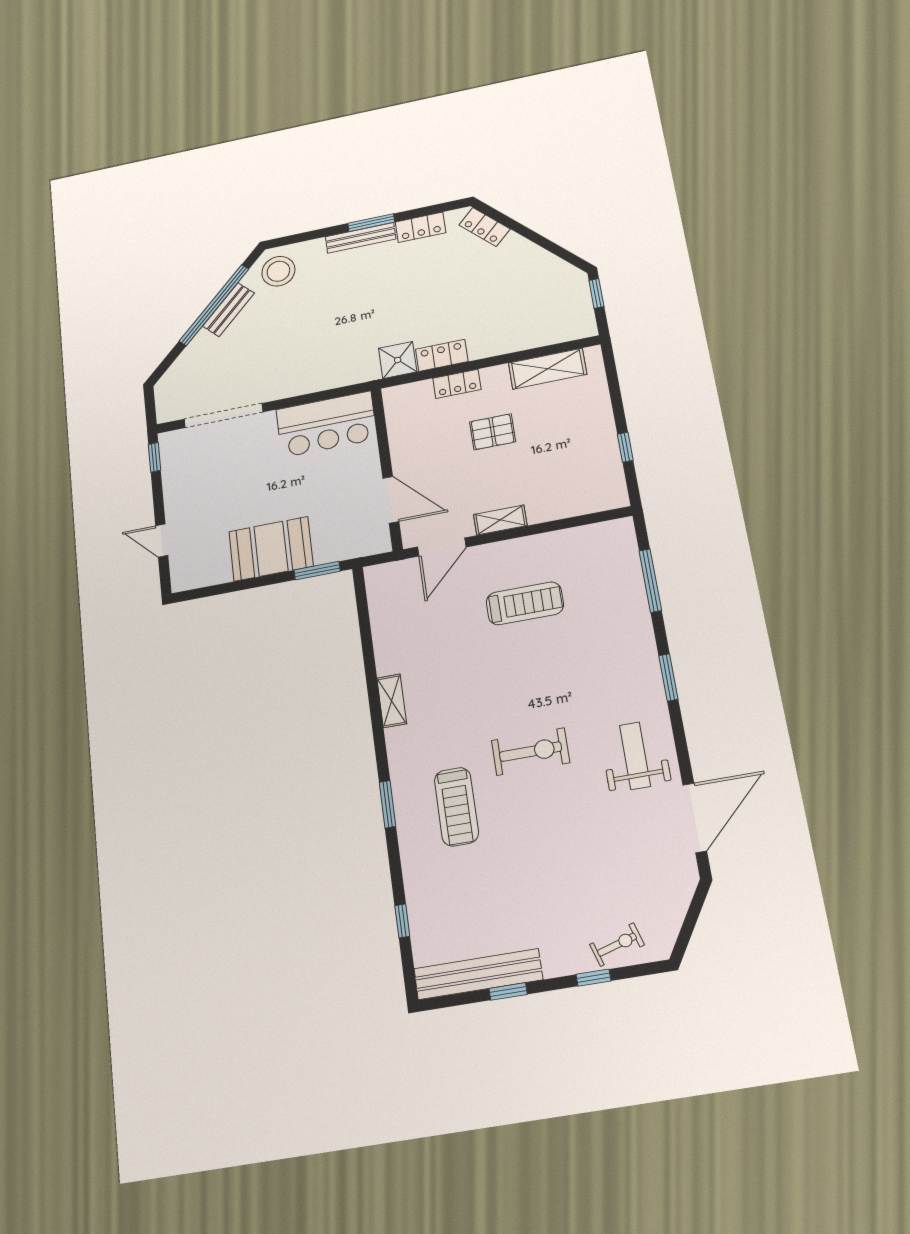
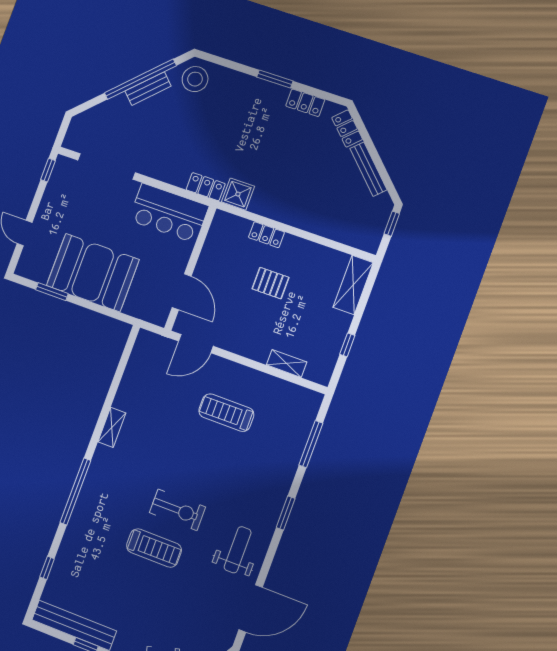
bench: (361, 238) -> (368, 169), moved, turned 45
locker: (442, 355) -> (206, 187), moved
shelving: (548, 369) -> (353, 285), moved, turned 90
shelving: (500, 520) -> (287, 363), moved
booth: (271, 549) -> (93, 273), width x1.36, depth x1.42
window: (317, 571) -> (52, 292), moved
treadmill: (525, 603) -> (226, 413), turned 180
window: (387, 804) -> (75, 491), width x2.11
treadmill: (456, 807) -> (154, 548), moved, turned -90

